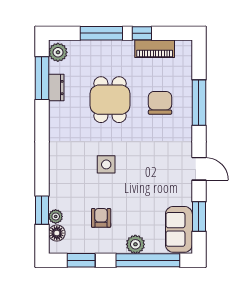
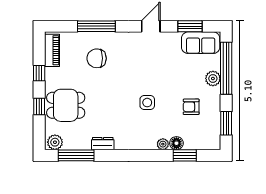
window: (101, 33) -> (39, 107), width x0.46
piano: (155, 49) -> (52, 50), moved
dresser: (56, 88) -> (103, 144), moved
dining table: (110, 100) -> (66, 105), moved
plant: (56, 216) -> (163, 144), moved
floor lamp: (57, 233) -> (176, 143), moved

